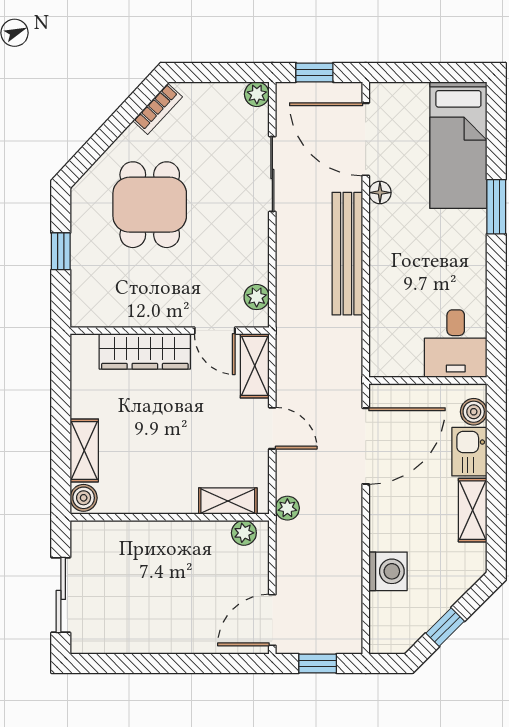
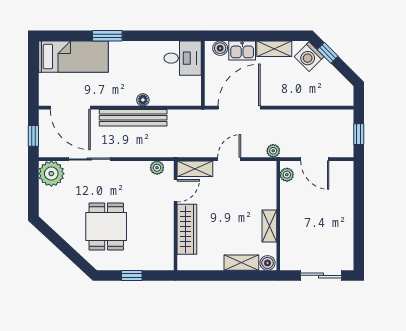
plant: (257, 94) -> (51, 174), width x1.88, depth x1.88
bookcase: (158, 109) -> (53, 222), removed
door: (366, 139) -> (70, 108), hinge flipped
floor lamp: (380, 193) -> (143, 100), moved
dining table: (150, 205) -> (106, 227), turned 90
door: (366, 446) -> (239, 108), hinge flipped
shelving: (228, 501) -> (269, 226), moved
washing machine: (388, 571) -> (309, 57), moved, turned -135
door: (272, 620) -> (315, 159), moved
window: (445, 627) -> (328, 53), moved

